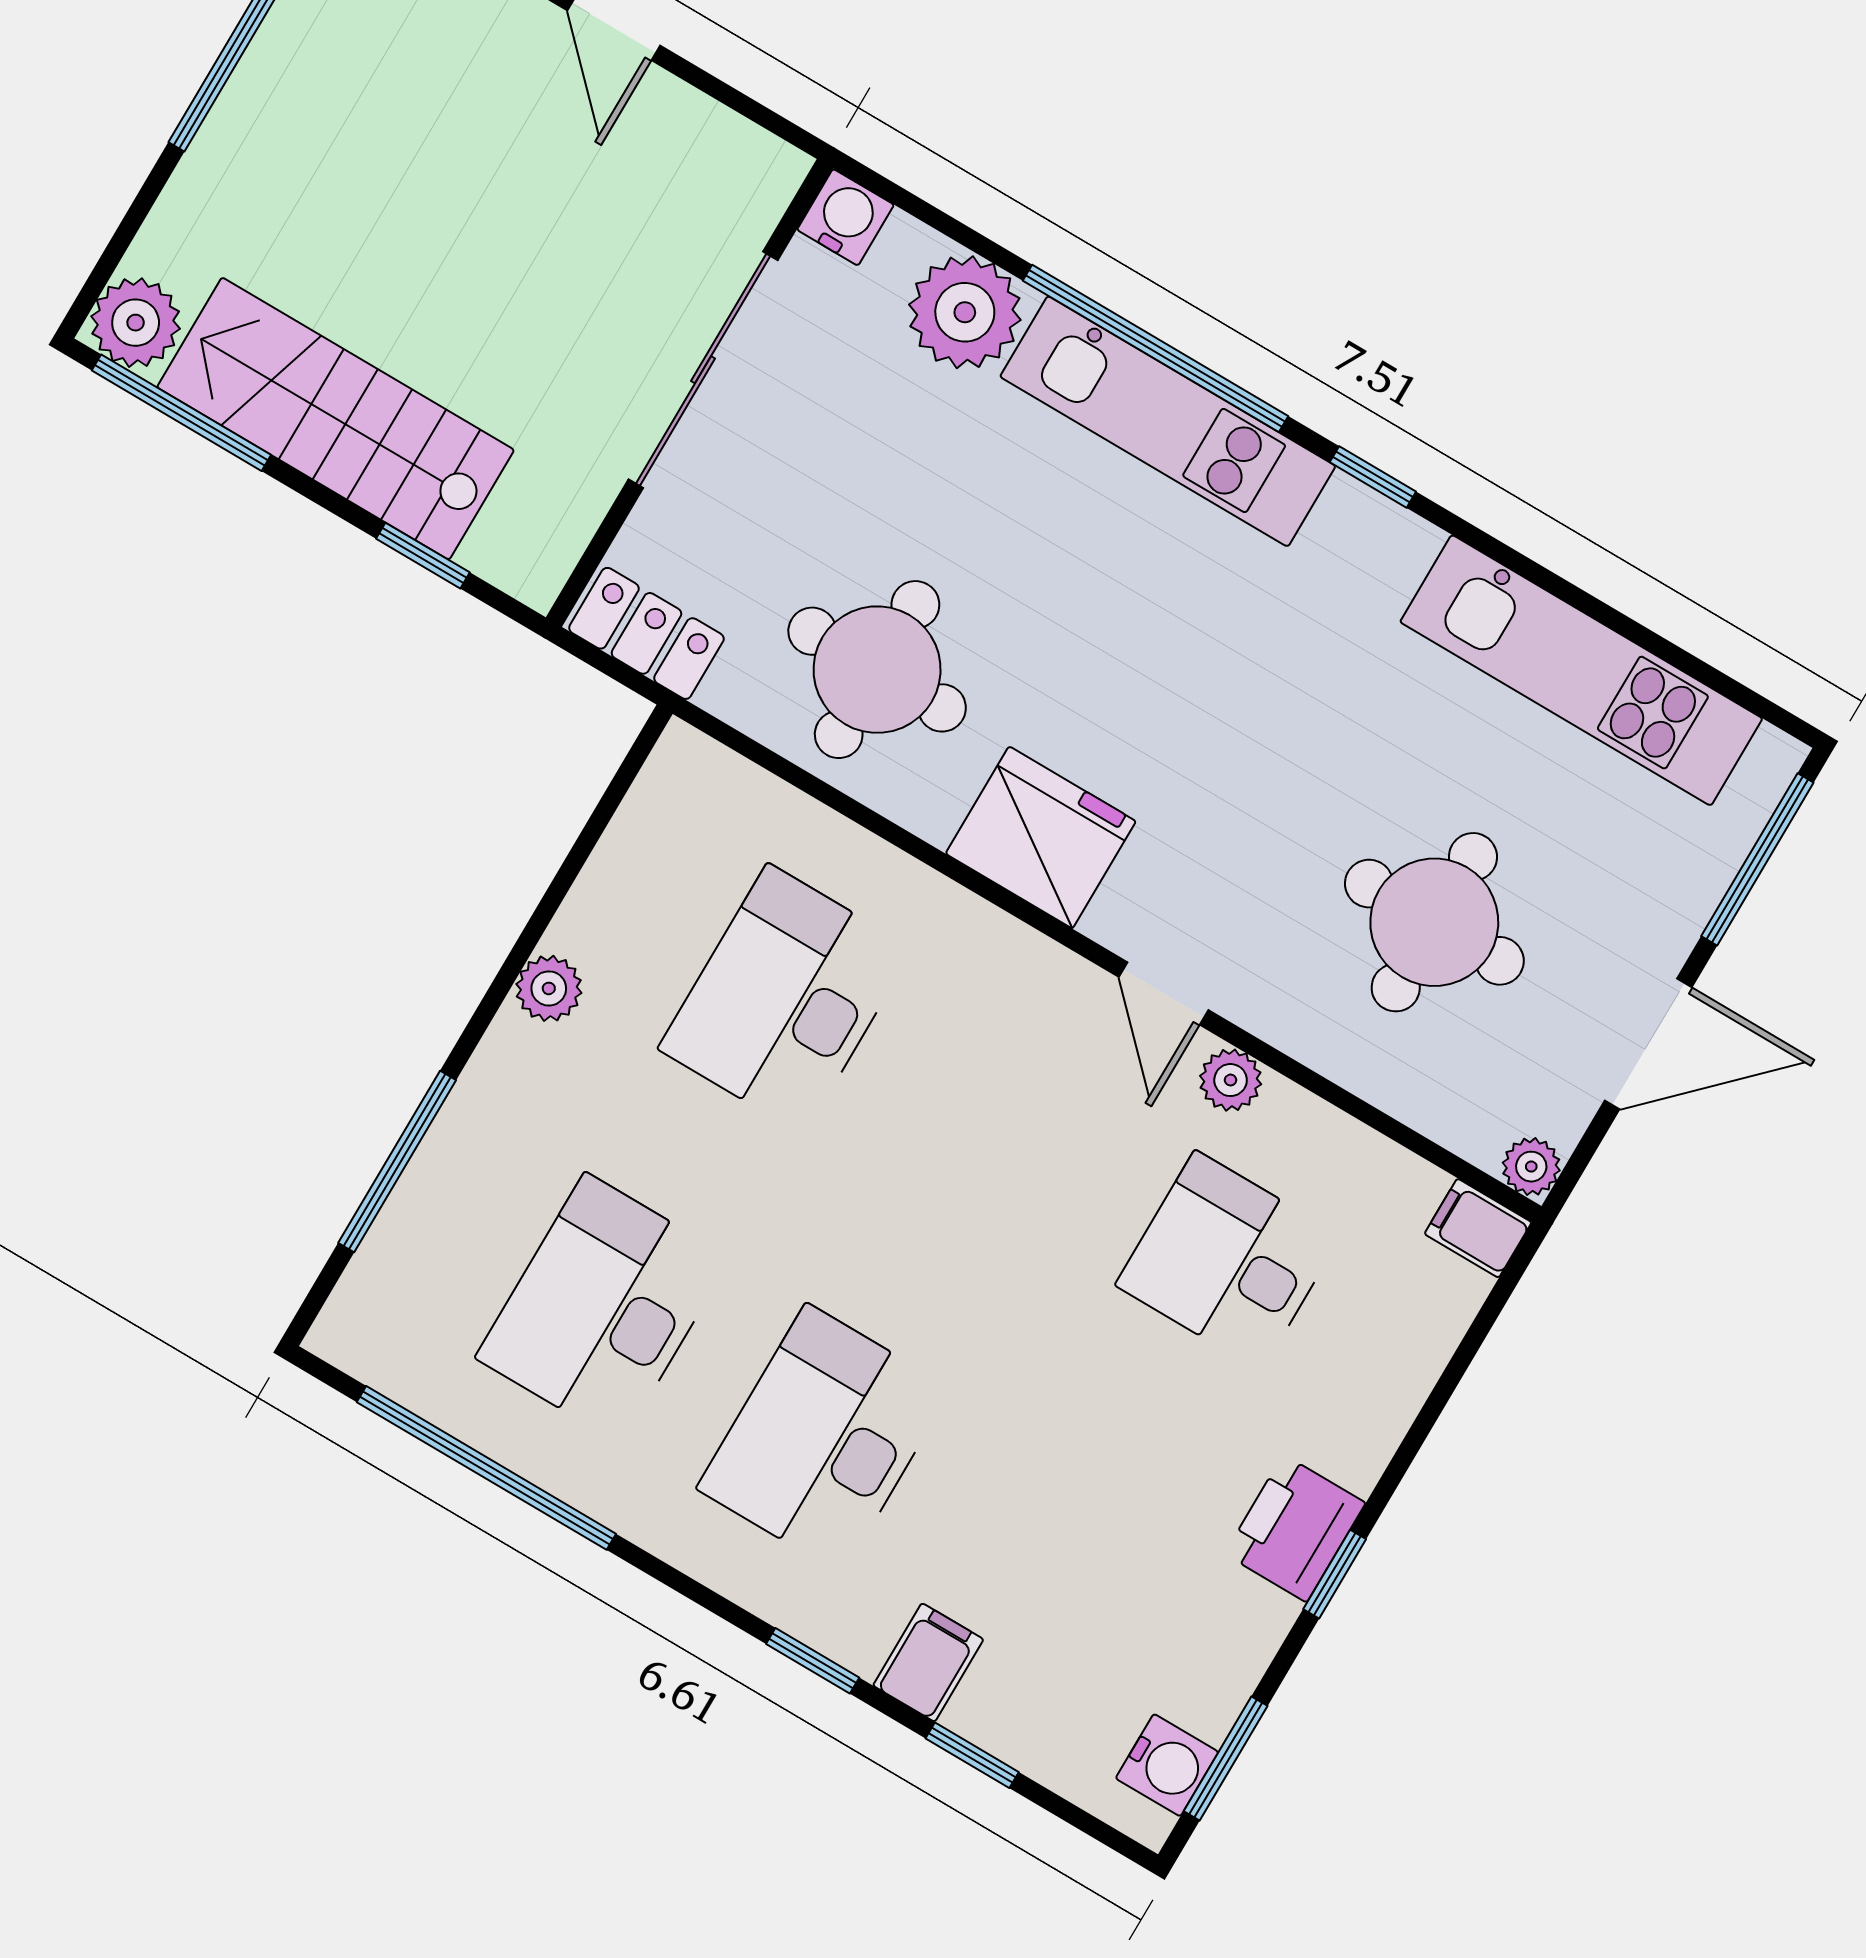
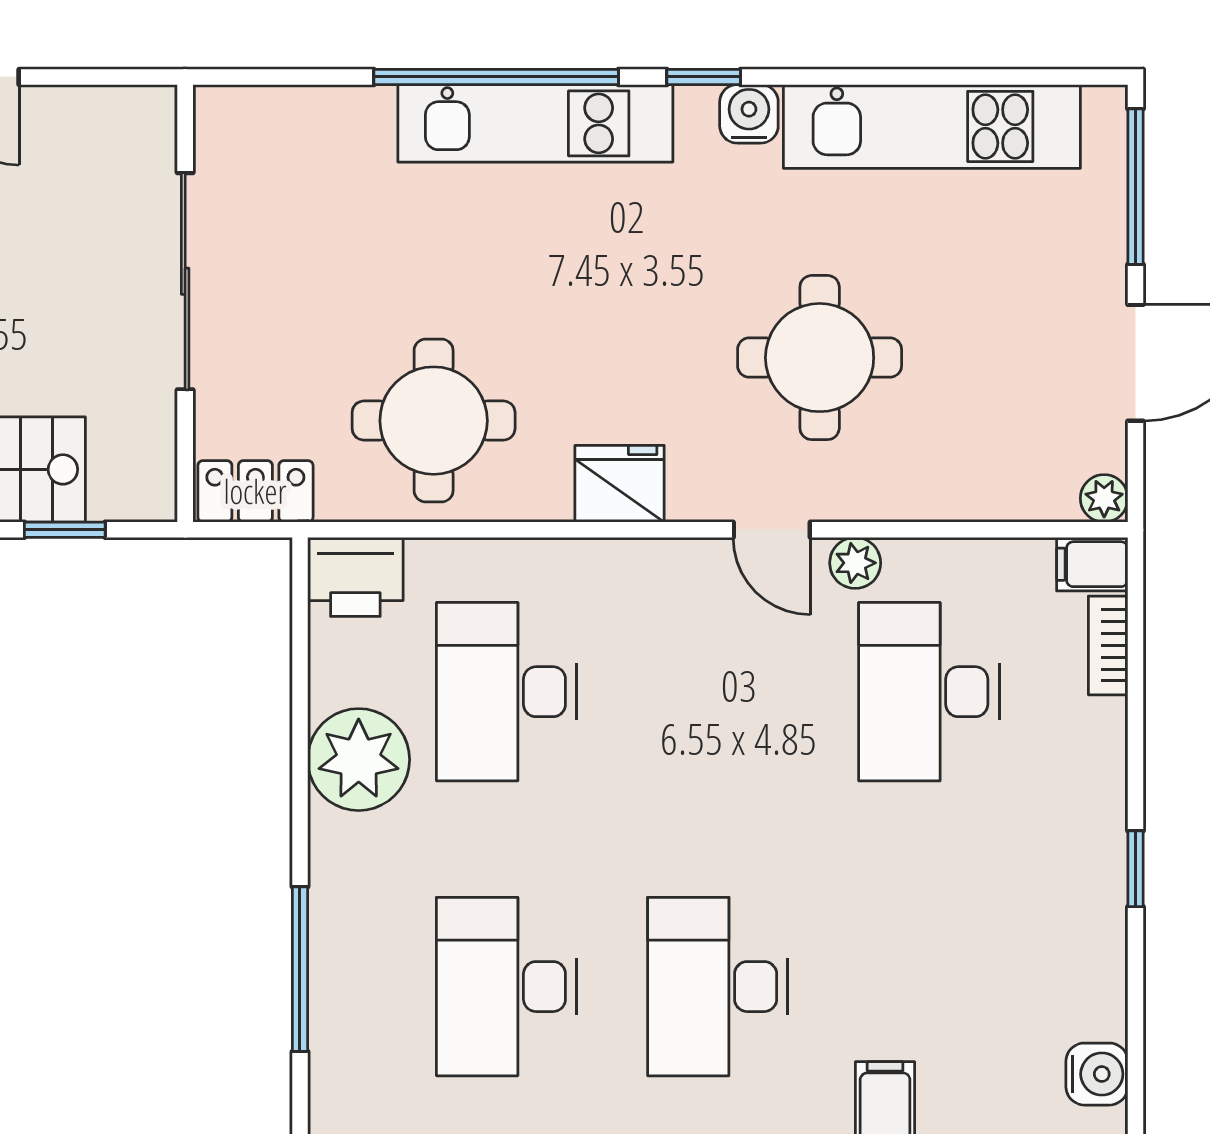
water cooler: (845, 217) -> (749, 114), moved
plant: (965, 312) -> (346, 131), removed
fridge: (1041, 837) -> (620, 484), width x0.73, depth x0.75
round table: (1434, 922) -> (820, 358), moved
plant: (549, 988) -> (359, 760), width x1.88, depth x1.88
desk: (1228, 1261) -> (929, 692), width x1.37
bookcase: (1444, 1323) -> (1108, 645), added
printer: (1295, 1528) -> (355, 577), moved, turned -90
window: (1226, 1759) -> (1135, 1045), removed

